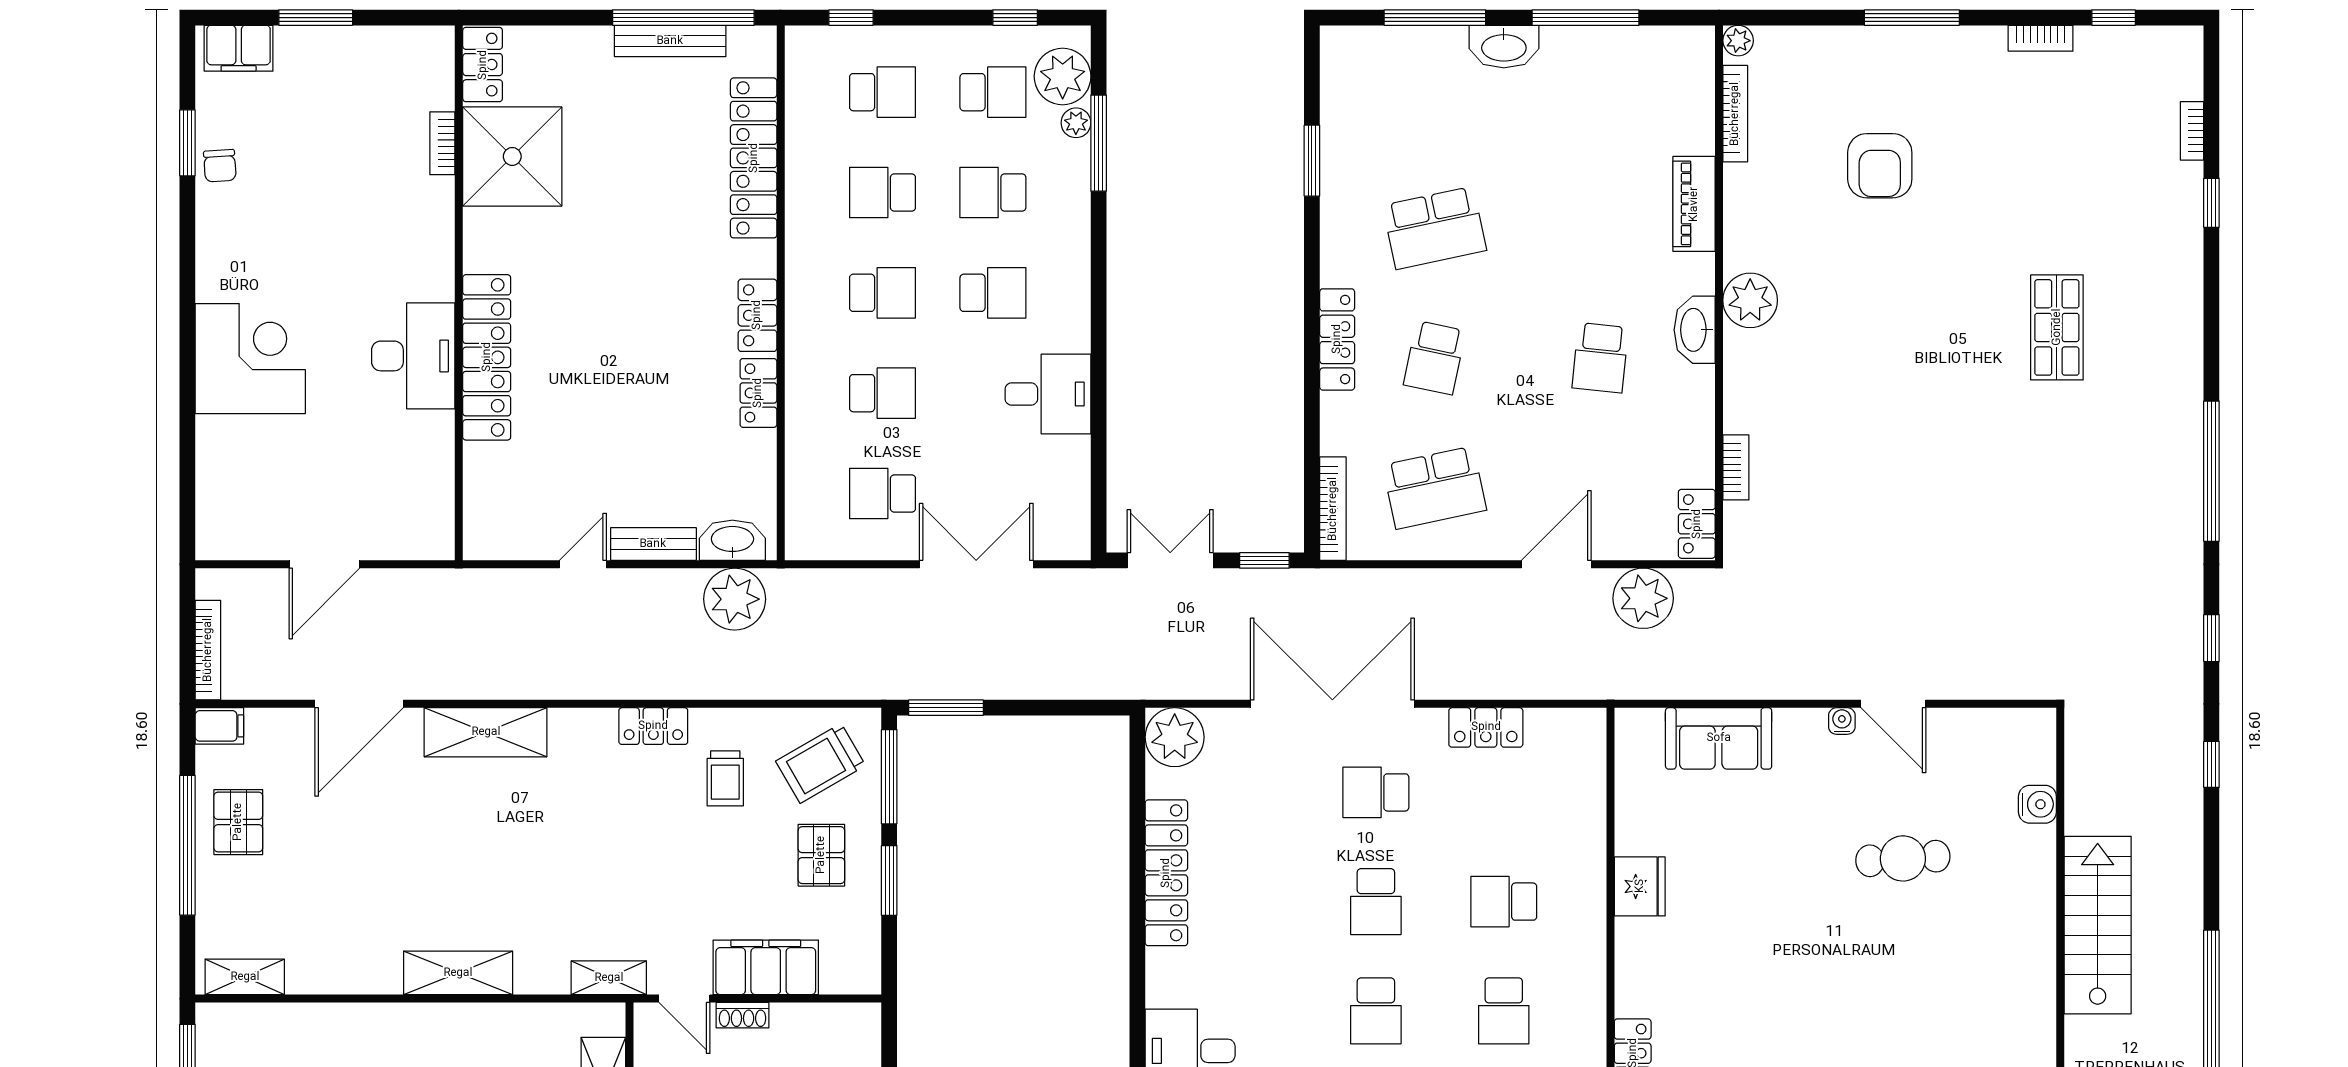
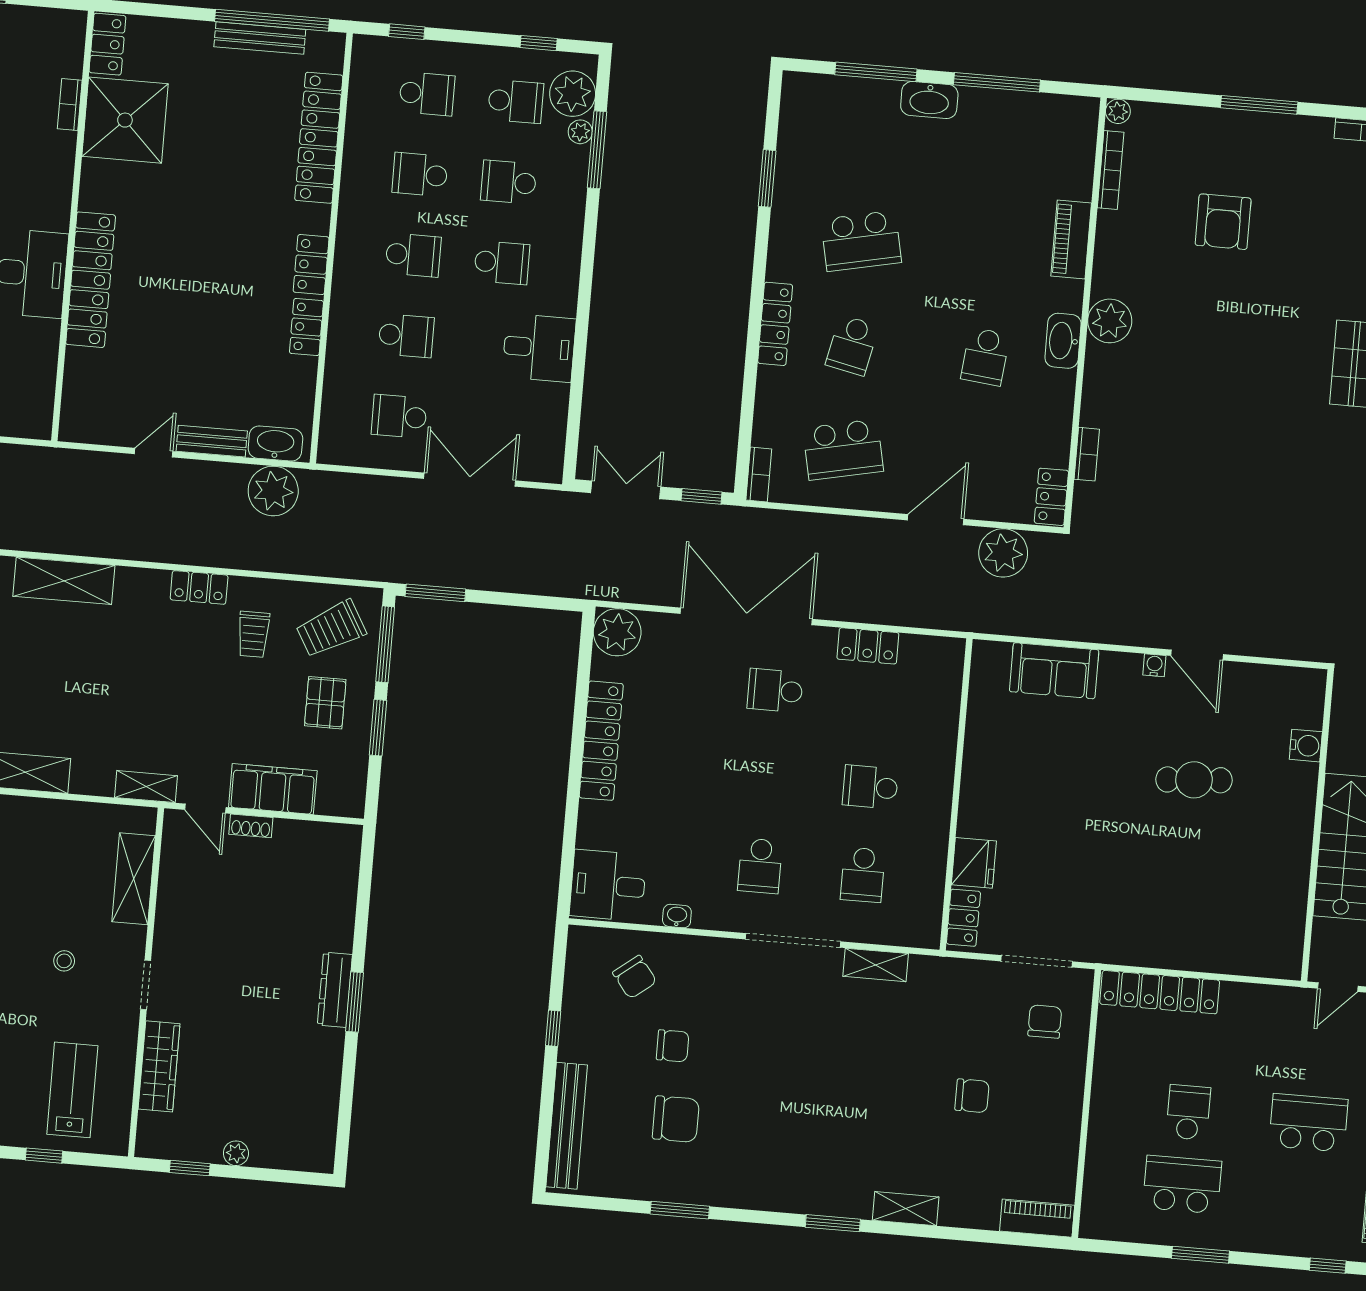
bookcase: (1333, 509) -> (759, 474), width x0.64
fridge: (1640, 886) -> (974, 863), moved
school desk: (1376, 902) -> (768, 778), removed

